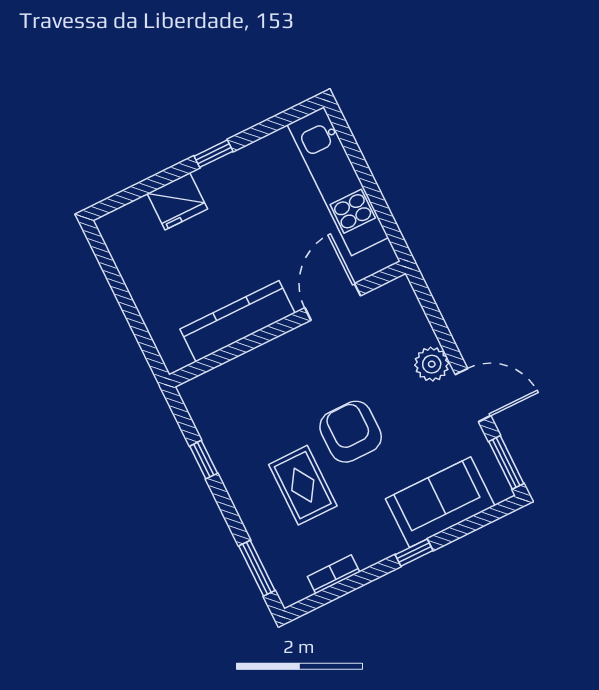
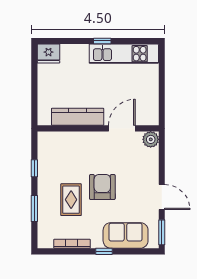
kitchen unit: (338, 181) -> (124, 54), moved, turned -90
fridge: (177, 201) -> (48, 54), moved
plant: (432, 364) -> (151, 139), moved
window: (257, 568) -> (34, 209), moved
bookcase: (334, 574) -> (72, 244), width x1.56

